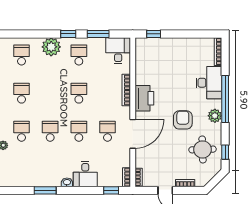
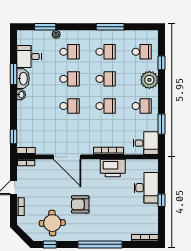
window: (68, 34) -> (162, 63), moved
window: (154, 34) -> (162, 200), moved
desk: (209, 83) -> (146, 188), moved, turned -90
printer: (144, 98) -> (113, 168), moved
plant: (215, 116) -> (84, 235), removed
armchair: (183, 120) -> (80, 204), turned 180
school desk: (108, 131) -> (106, 79), moved
desk: (85, 174) -> (29, 56), moved
washbasin: (50, 180) -> (23, 79), added

